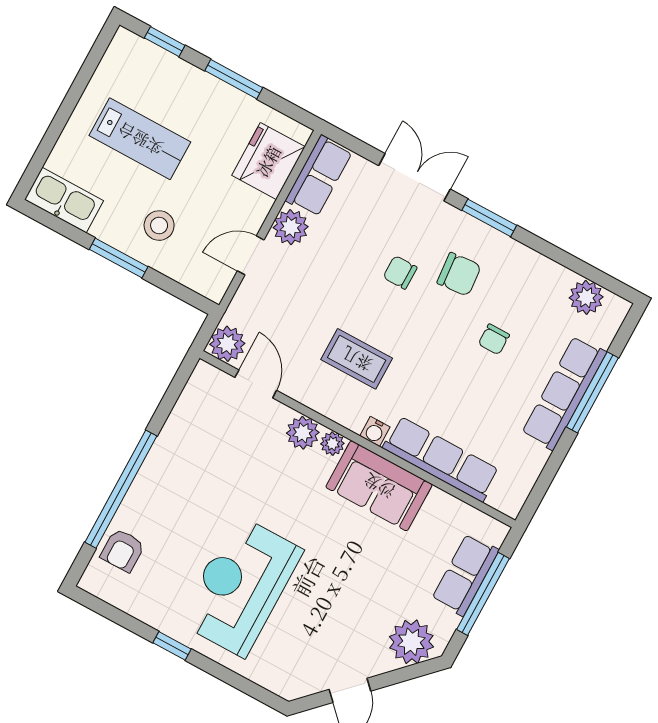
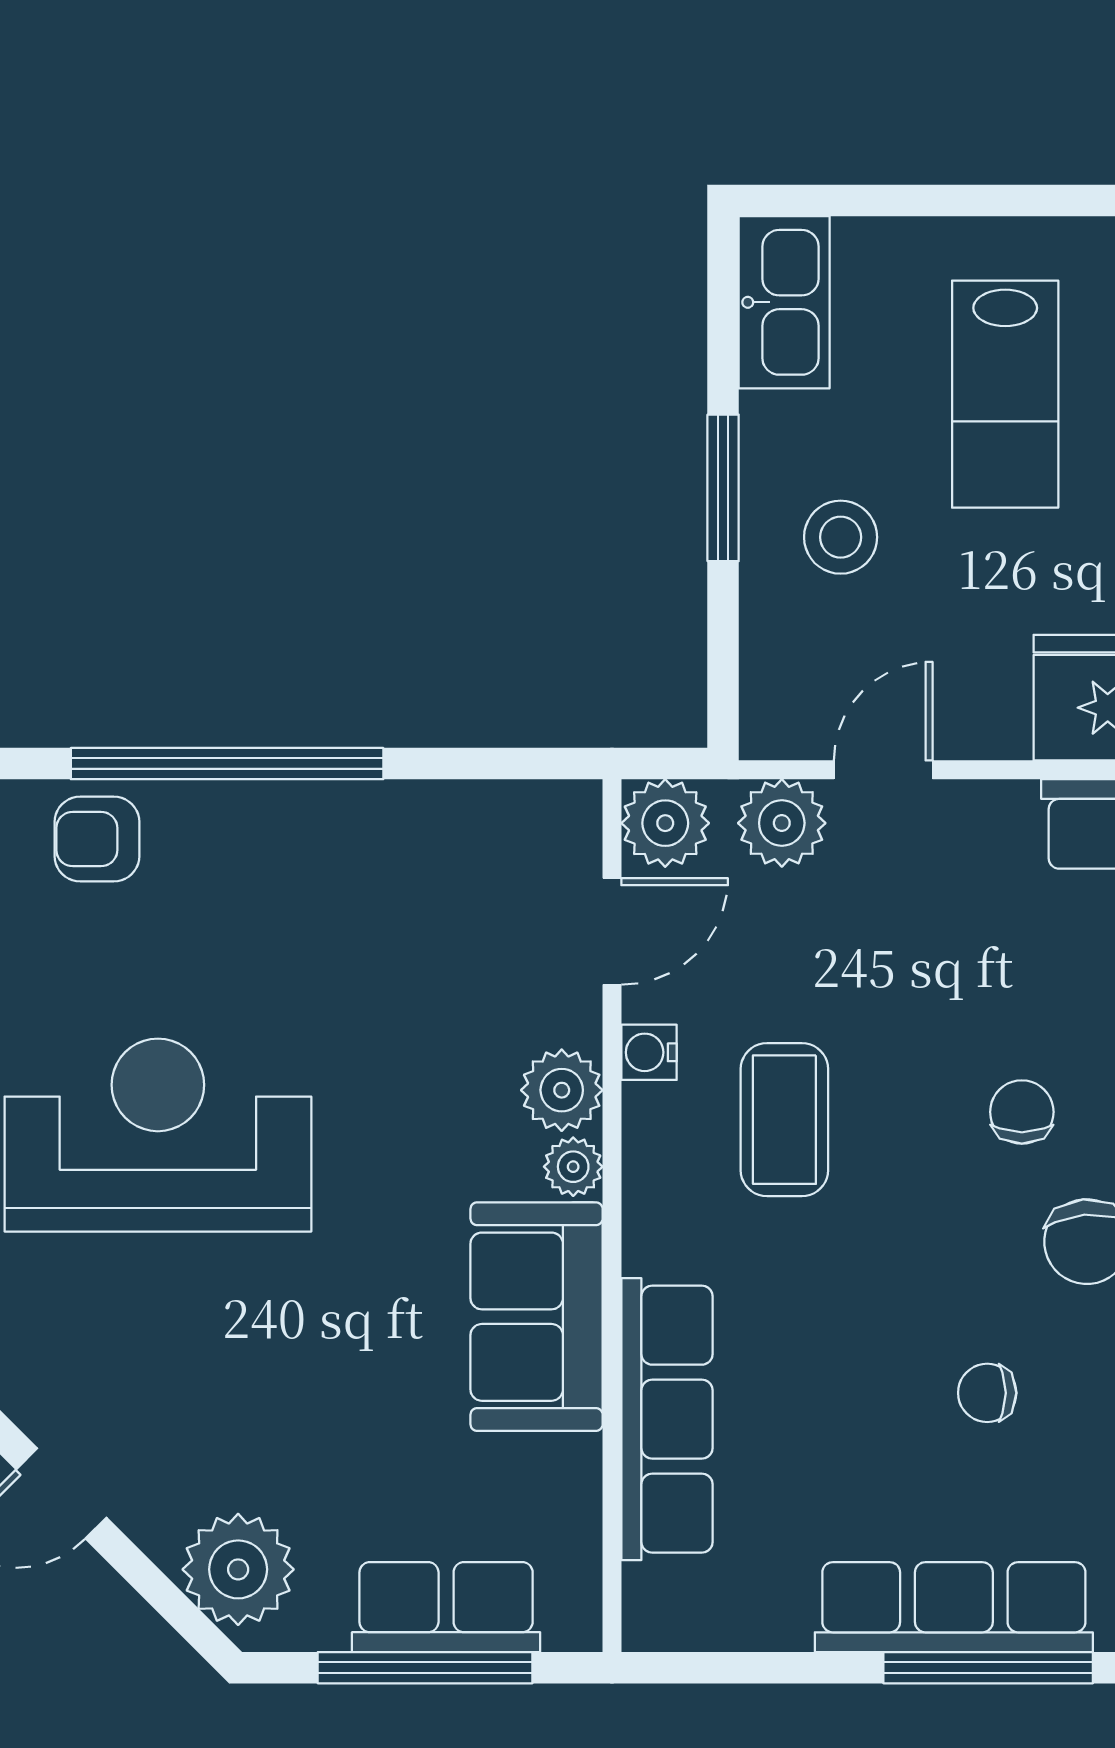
plant: (291, 227) -> (782, 823), moved
door: (251, 255) -> (883, 770), hinge flipped
water cooler: (375, 432) -> (649, 1052), moved

